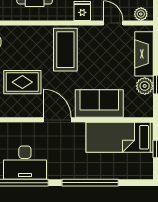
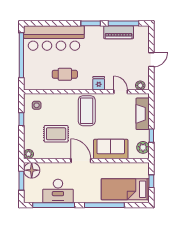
plant: (145, 86) -> (143, 147), moved
bed: (120, 137) -> (125, 189), moved

